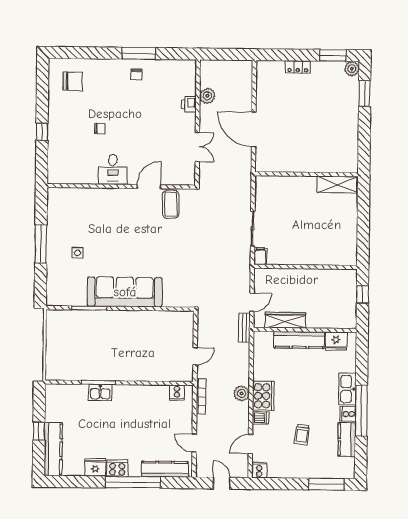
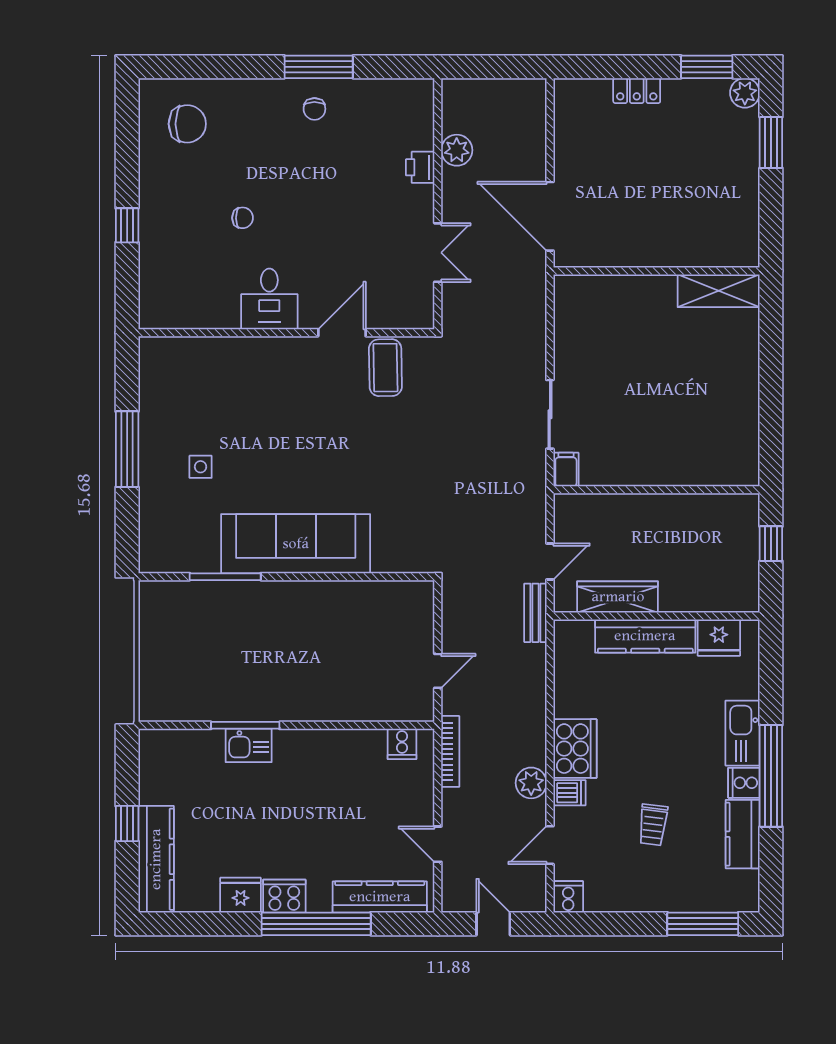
wall: (307, 174) -> (657, 271), moved
shelving: (338, 184) -> (719, 291), moved
plant: (242, 393) -> (531, 783), moved

